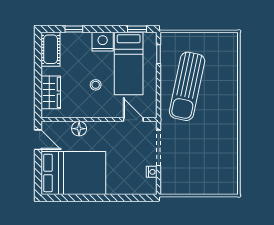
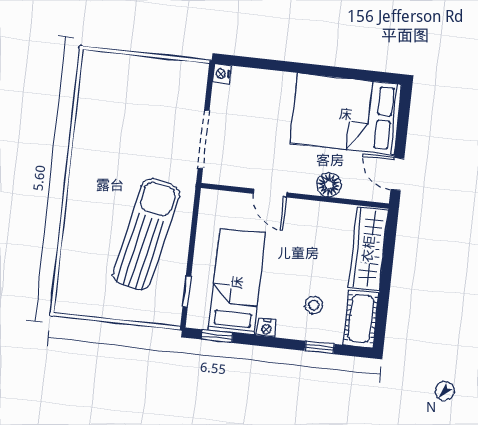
nightstand: (103, 42) -> (266, 328), width x0.53, depth x0.56
stool: (96, 85) -> (314, 305), moved
wardrobe: (51, 92) -> (368, 249), width x1.50
door: (133, 120) -> (270, 193), moved
nightstand: (152, 172) -> (222, 74), moved

